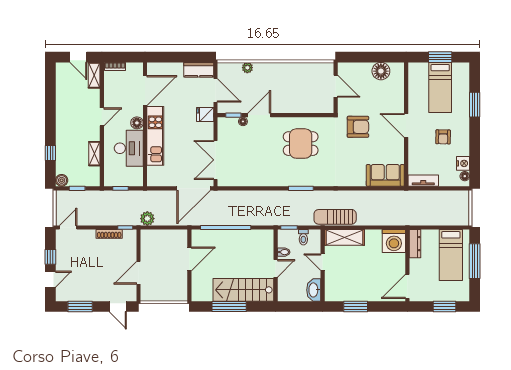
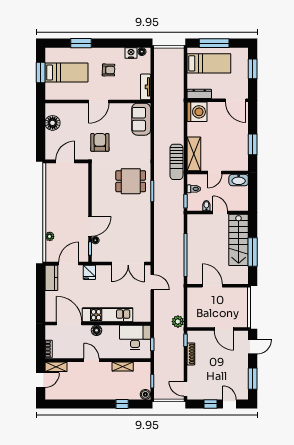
door: (259, 115) -> (90, 226), swing flipped
dining table: (301, 144) -> (131, 181), moved, turned 90
desk: (129, 148) -> (135, 337), moved
door: (194, 188) -> (152, 282), width x0.53

